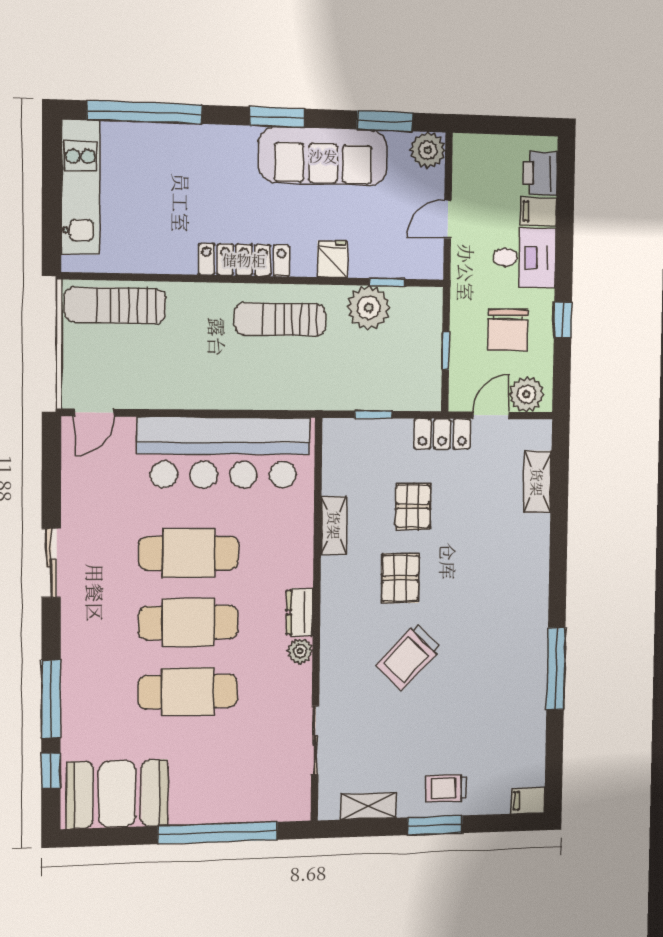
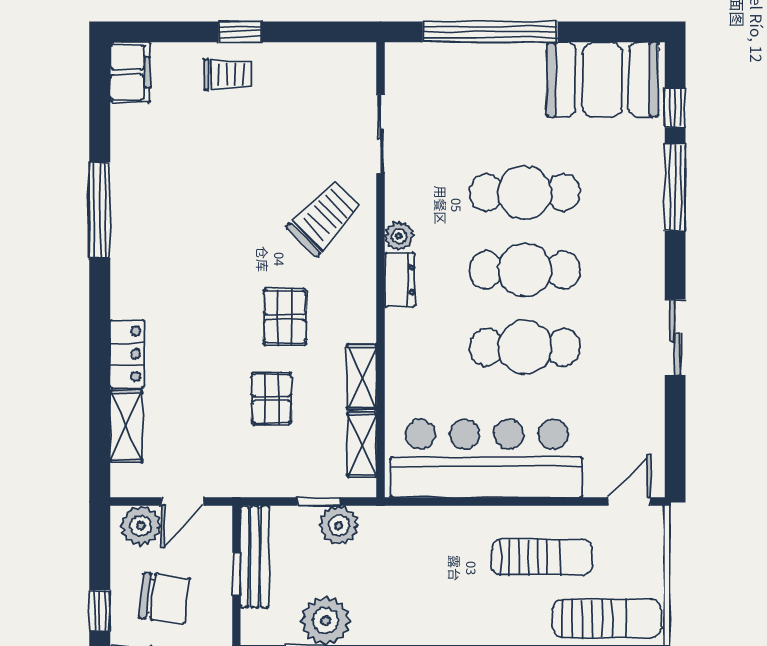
sun lounger: (280, 319) -> (542, 557), moved
chair: (508, 330) -> (164, 598), turned 97
bench: (429, 366) -> (255, 557), added
plant: (356, 393) -> (339, 525), added
locker: (442, 434) -> (127, 354), moved, turned 90
trolley: (409, 657) -> (324, 218), moved
filing cabinet: (528, 800) -> (130, 72), width x2.00
shelving: (368, 806) -> (362, 445), moved, turned 90
window: (435, 825) -> (240, 32), width x0.67

